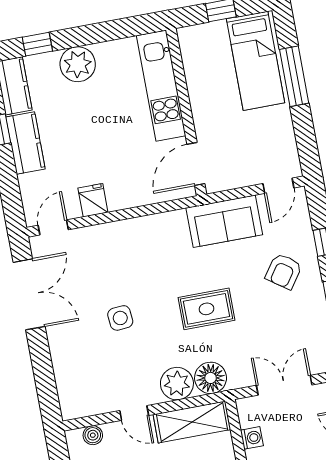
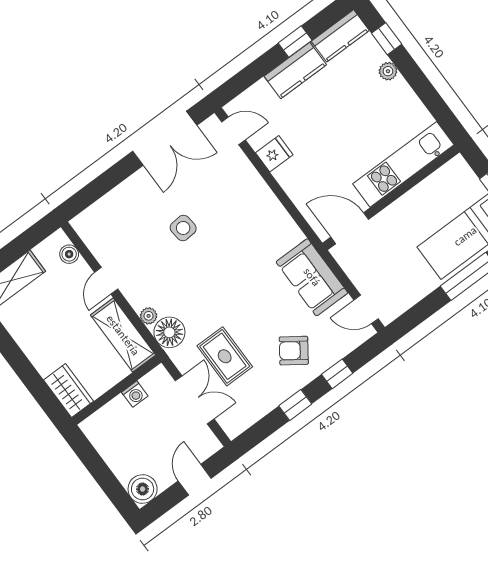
plant: (78, 64) -> (388, 71), width x0.53, depth x0.53
rug: (206, 309) -> (225, 356), moved
plant: (177, 384) -> (149, 316), width x0.53, depth x0.53

